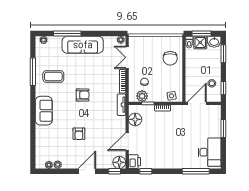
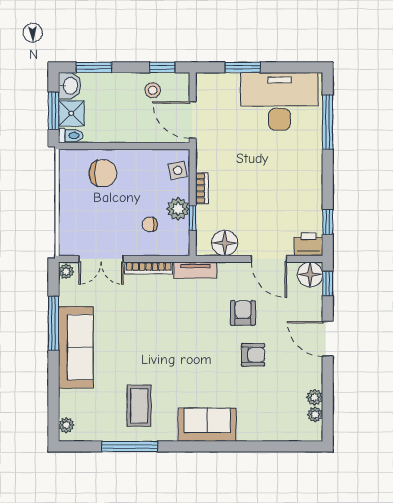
window: (67, 33) -> (53, 323), moved
armchair: (83, 95) -> (243, 313), moved
plant: (142, 96) -> (178, 209), moved
desk: (210, 152) -> (279, 101), width x1.36, depth x1.30

